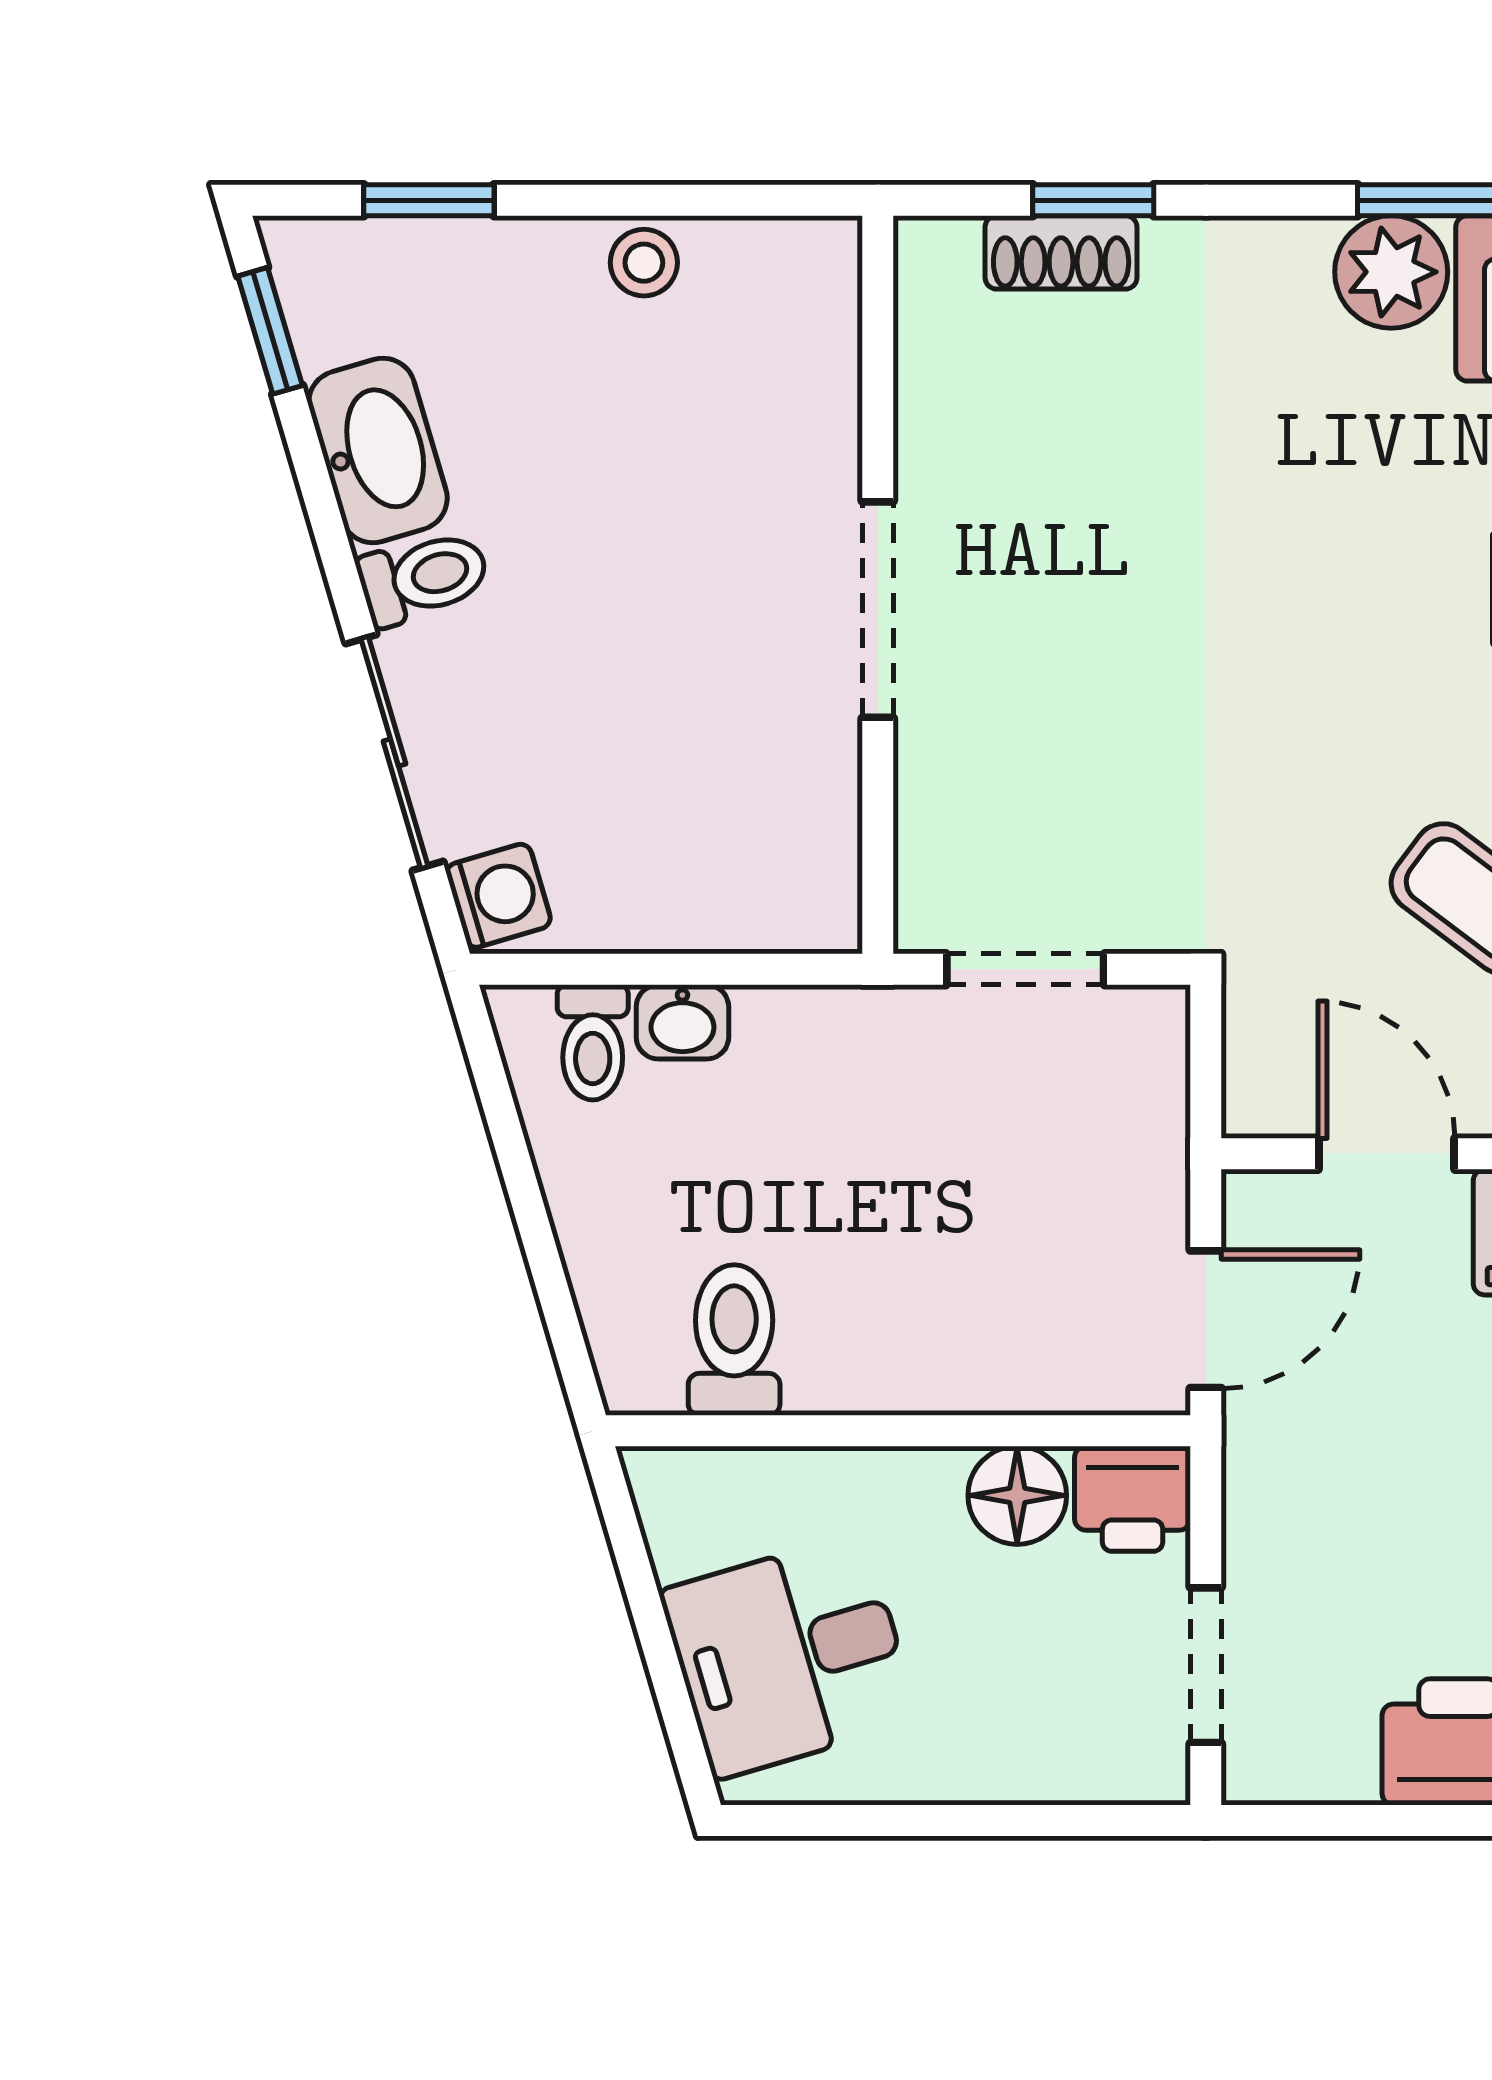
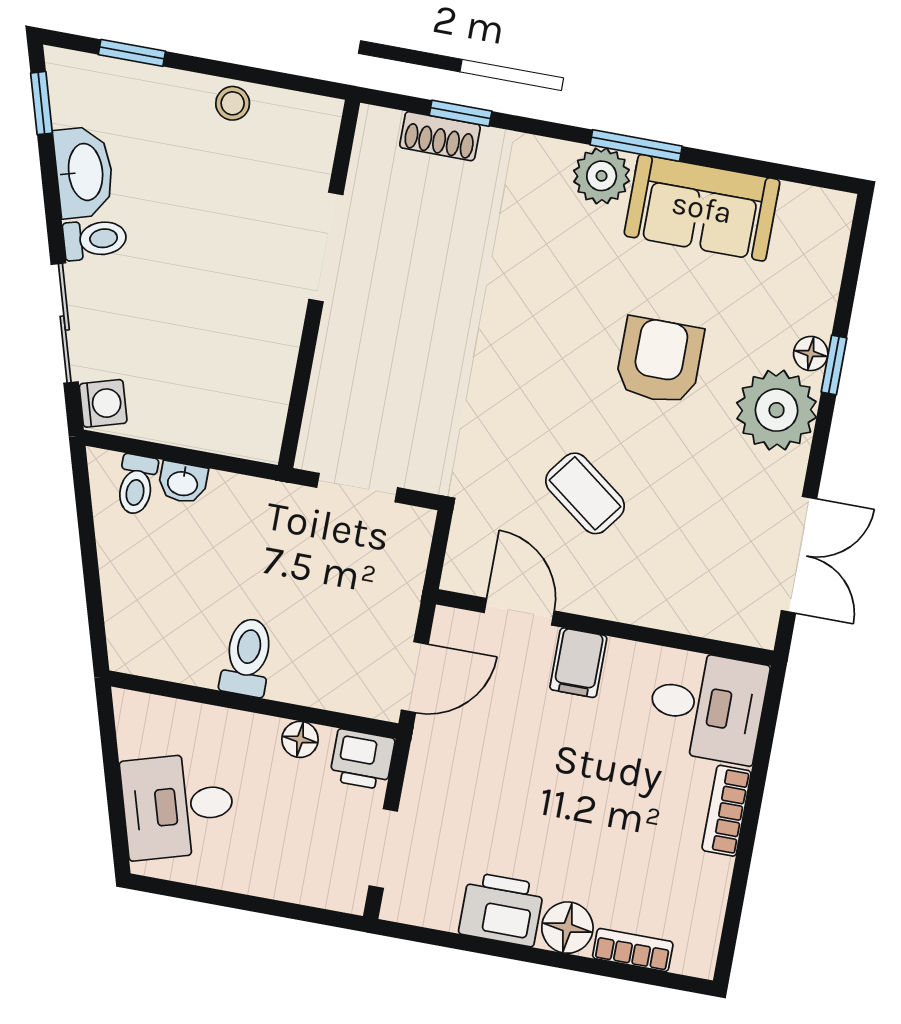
doorway: (878, 610) -> (326, 247), moved
toilet: (734, 1340) -> (247, 657), moved
floor lamp: (1017, 1495) -> (300, 739), width x0.73, depth x0.73

